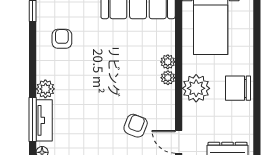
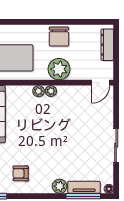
armchair: (136, 126) -> (88, 116), removed

